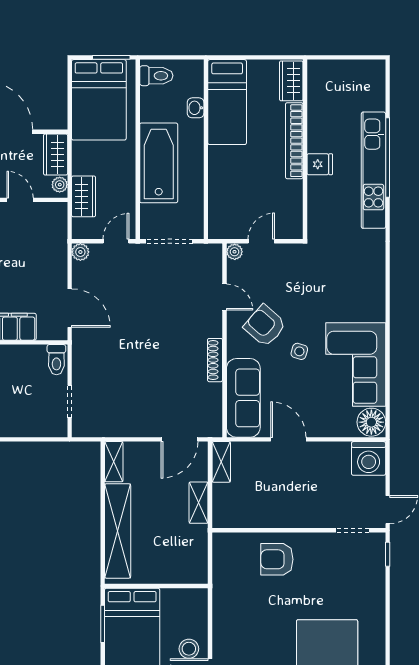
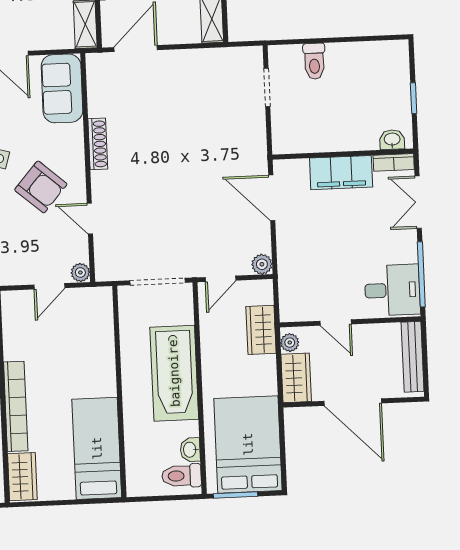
washbasin: (196, 108) -> (190, 450), moved, turned 180
toilet: (56, 360) -> (314, 61), moved, turned 180
sofa: (243, 398) -> (62, 88), width x0.73

